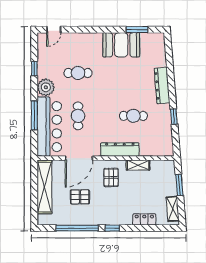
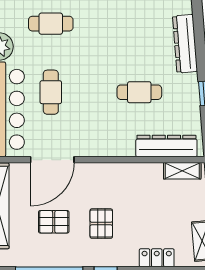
dresser: (120, 149) -> (166, 146), moved
shelving: (138, 165) -> (182, 171), moved
pallet: (111, 177) -> (101, 224), moved

